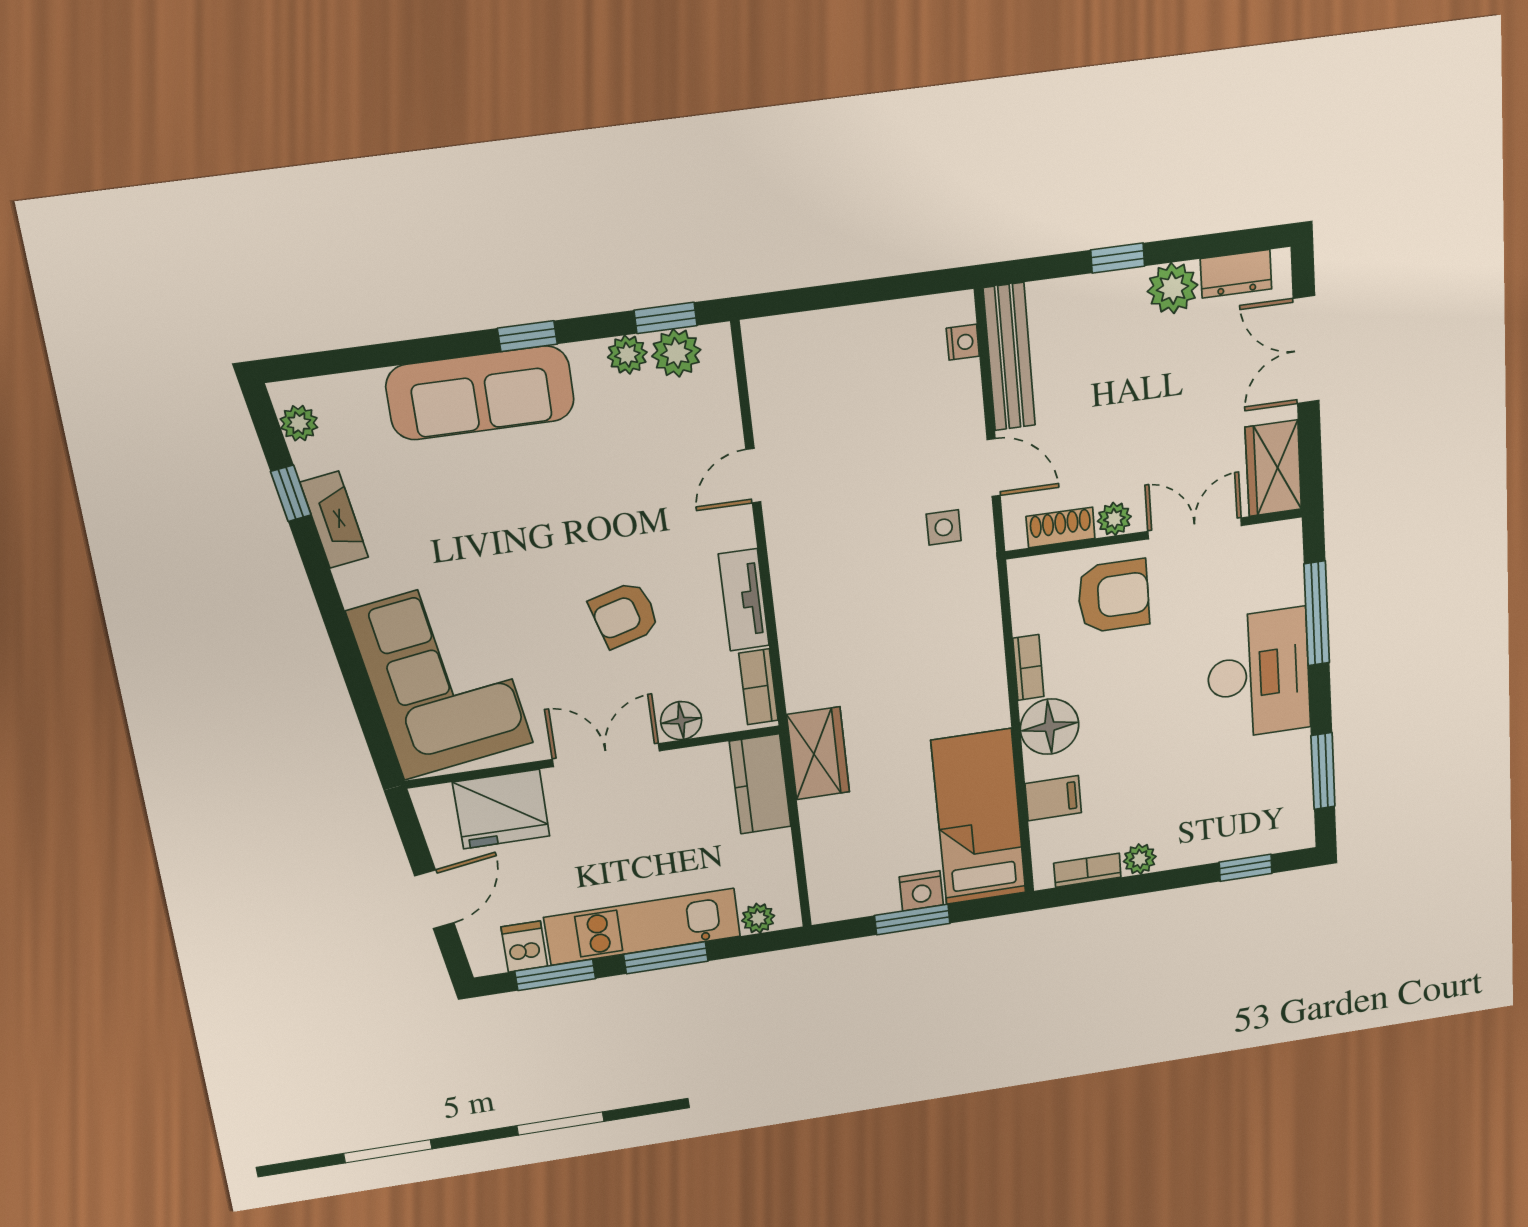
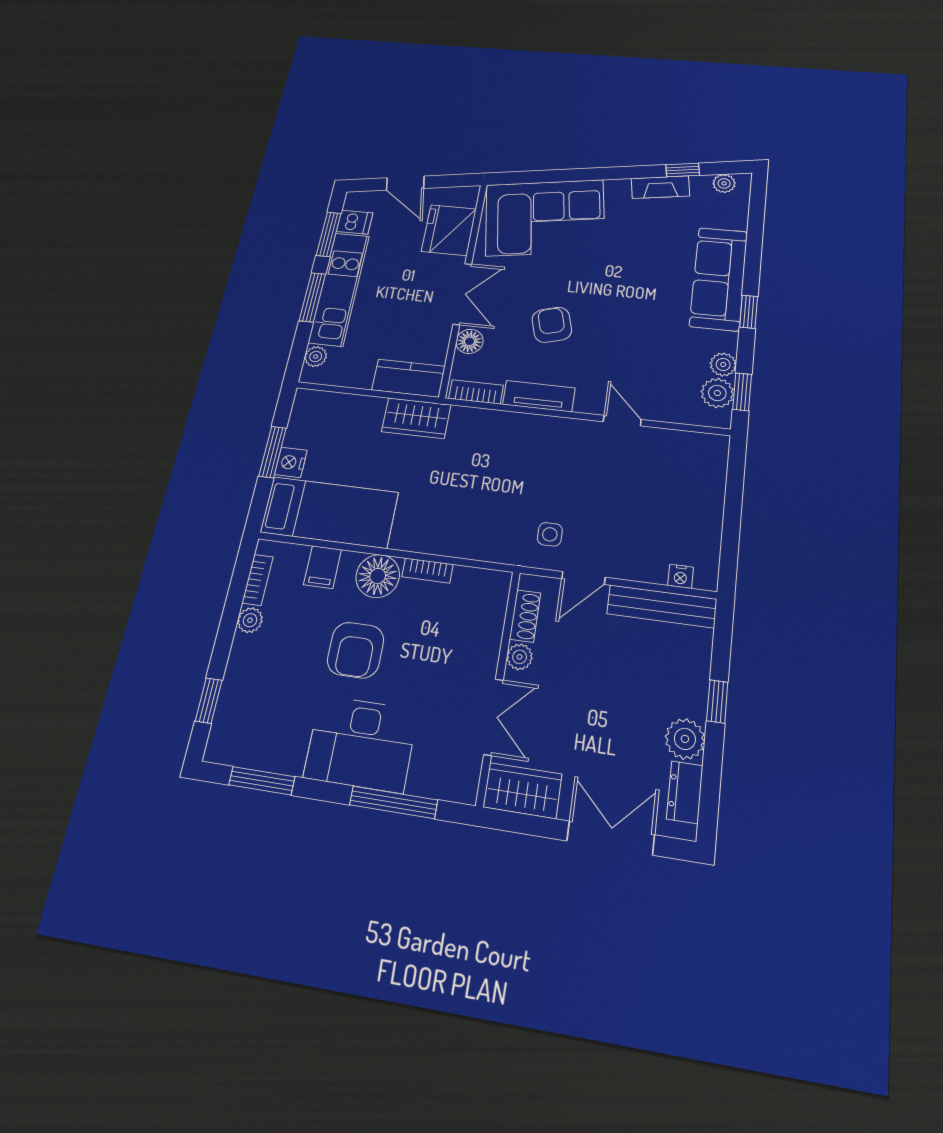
armchair: (1113, 596) -> (355, 650), moved

